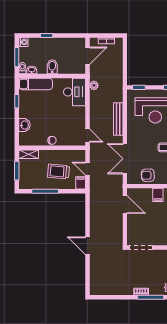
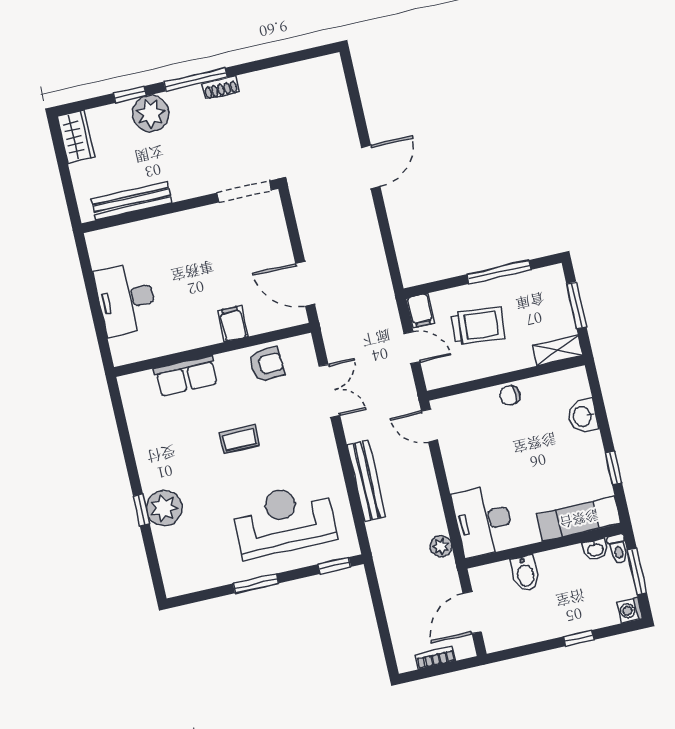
bidet: (52, 67) -> (525, 573), moved
double door: (125, 159) -> (329, 391), width x0.73
door: (87, 246) -> (371, 167), hinge flipped

